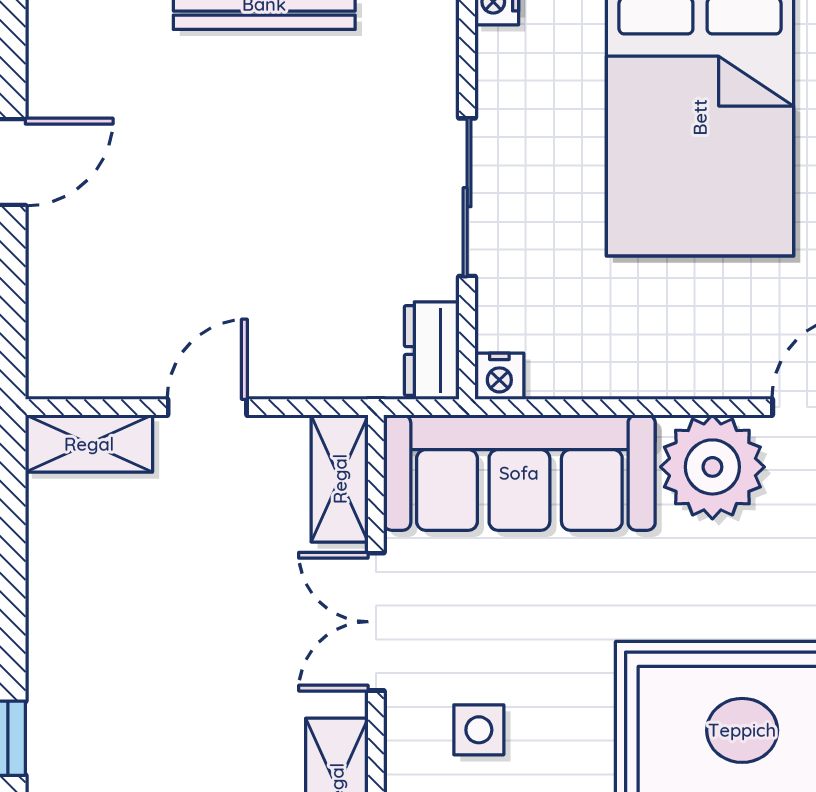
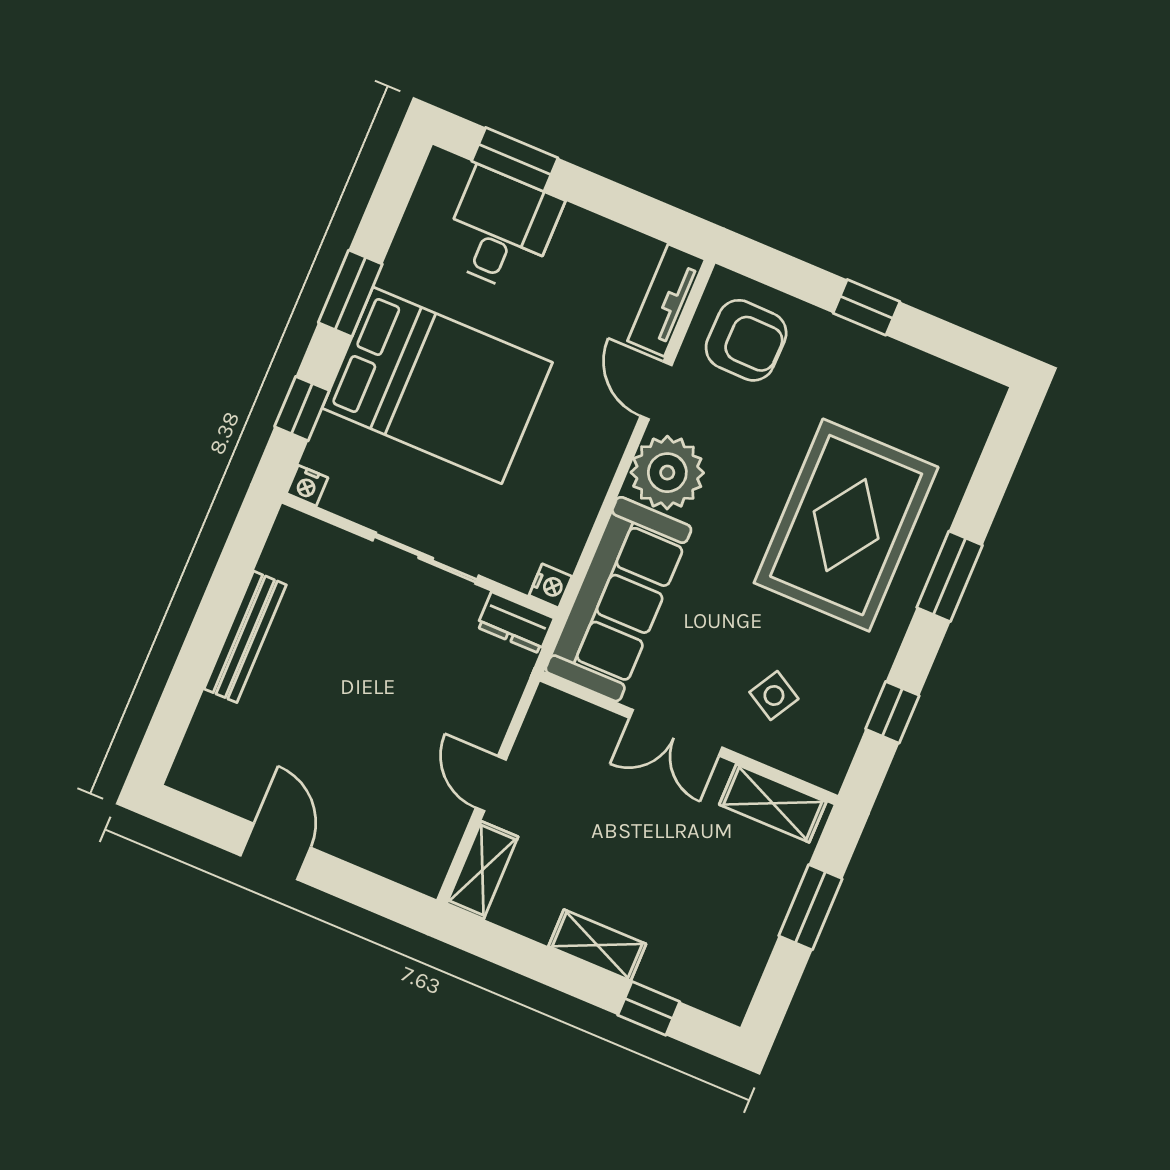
shelving: (340, 479) -> (597, 945), moved
side table: (479, 730) -> (774, 695), turned 30

